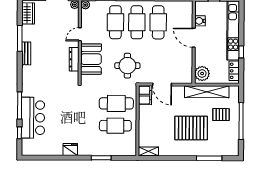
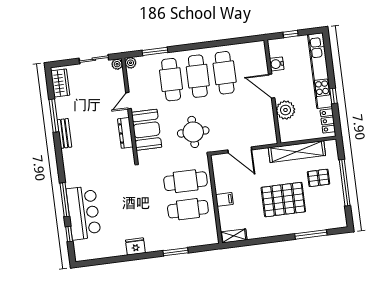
plant: (202, 74) -> (285, 110), moved
filing cabinet: (145, 95) -> (224, 199), moved, width x0.50

